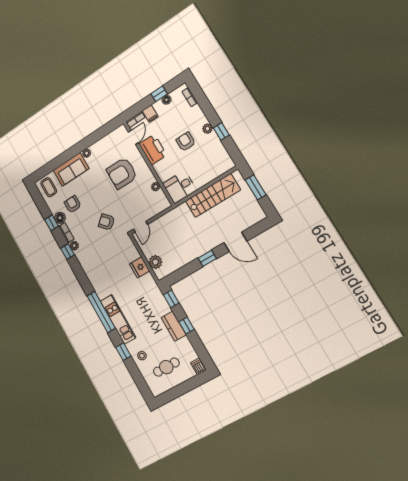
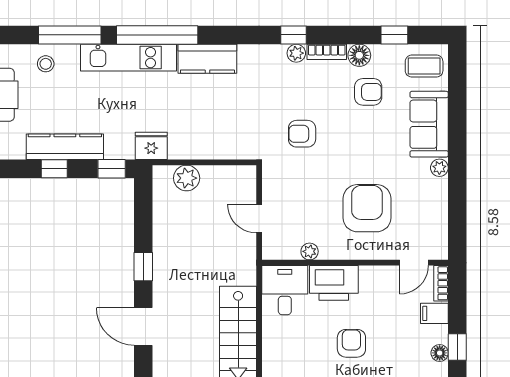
door: (133, 137) -> (414, 263), hinge flipped
armchair: (186, 142) -> (351, 343), turned -90
printer: (153, 149) -> (334, 283), moved
armchair: (107, 222) -> (302, 134), turned -138
window: (52, 223) -> (394, 35), moved
door: (141, 227) -> (259, 219), moved
door: (235, 242) -> (143, 327), hinge flipped
fridge: (140, 267) -> (151, 146), moved
kitchen counter: (99, 283) -> (207, 59), added
kitchen counter: (174, 326) -> (65, 147), width x1.50
window: (123, 352) -> (70, 35), width x2.17

